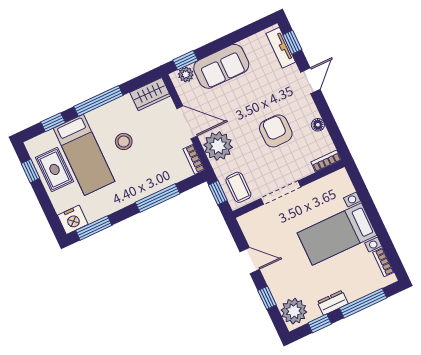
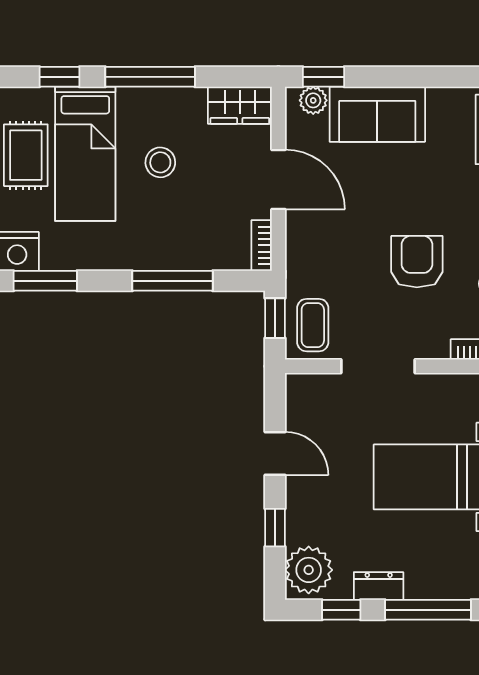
plant: (218, 146) -> (311, 242), removed

